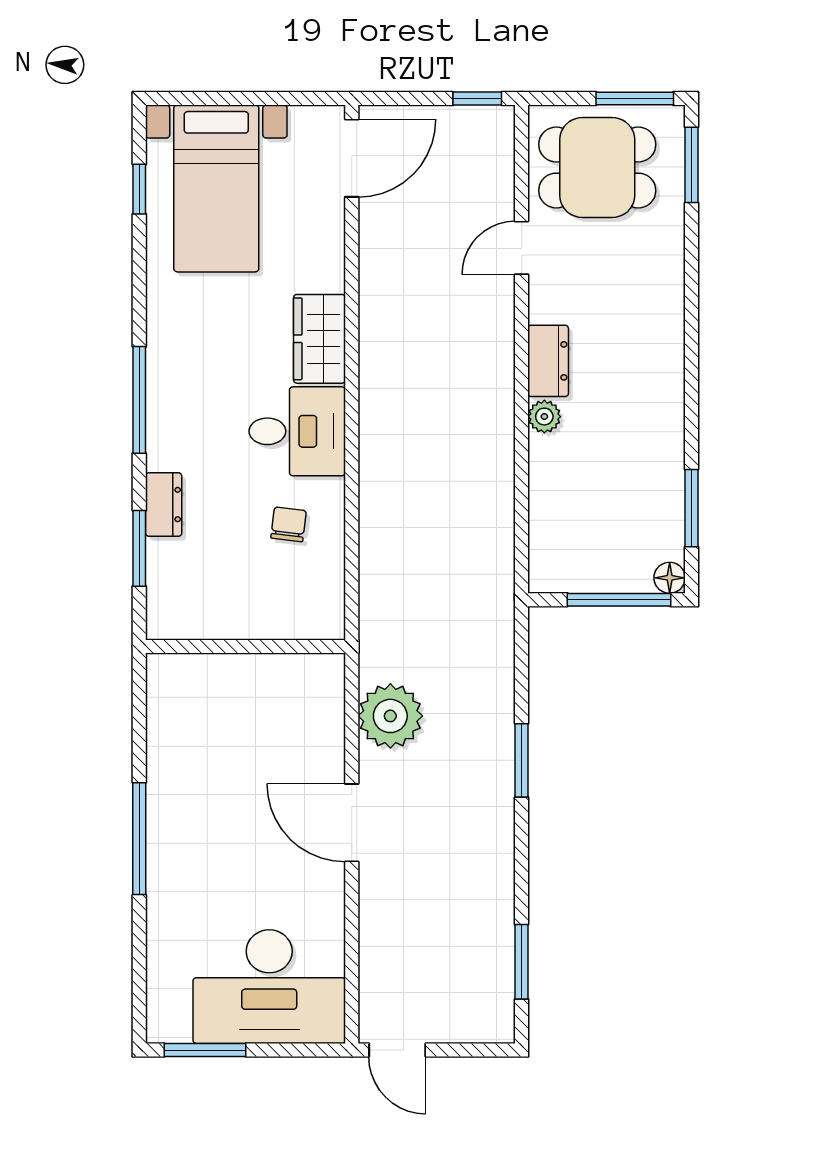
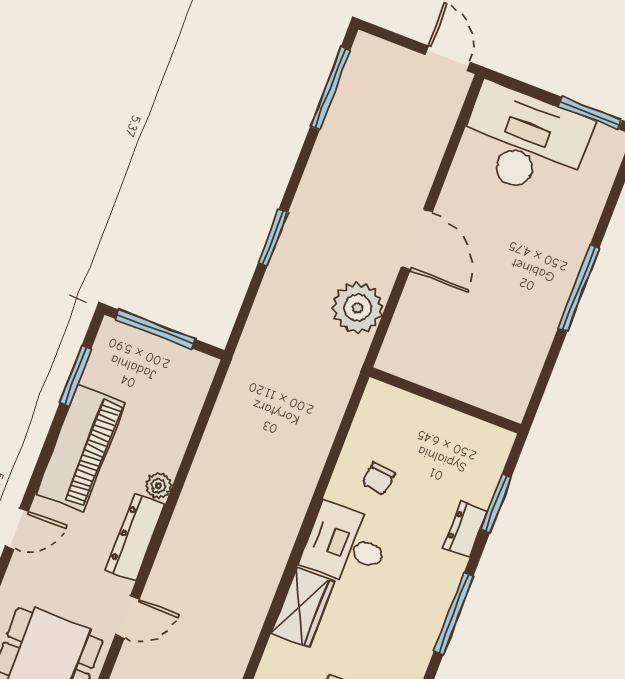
door: (692, 302) -> (17, 528), added
dresser: (548, 361) -> (135, 538), width x1.44
piano: (653, 426) -> (81, 448), added
floor lamp: (670, 578) -> (111, 331), removed
window: (522, 962) -> (330, 88), width x1.44

